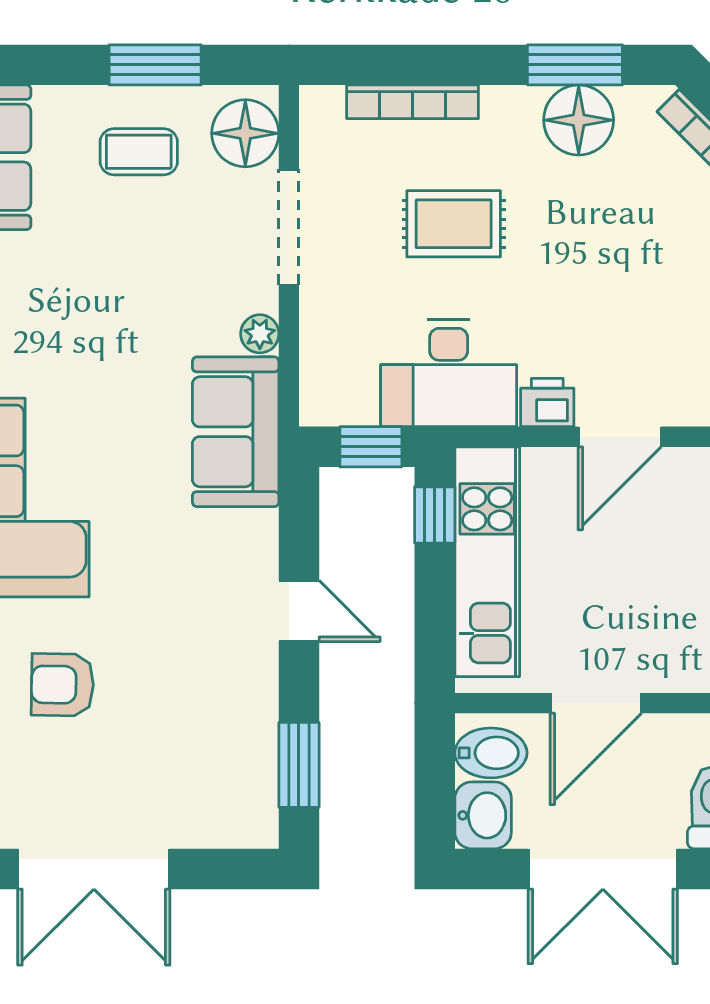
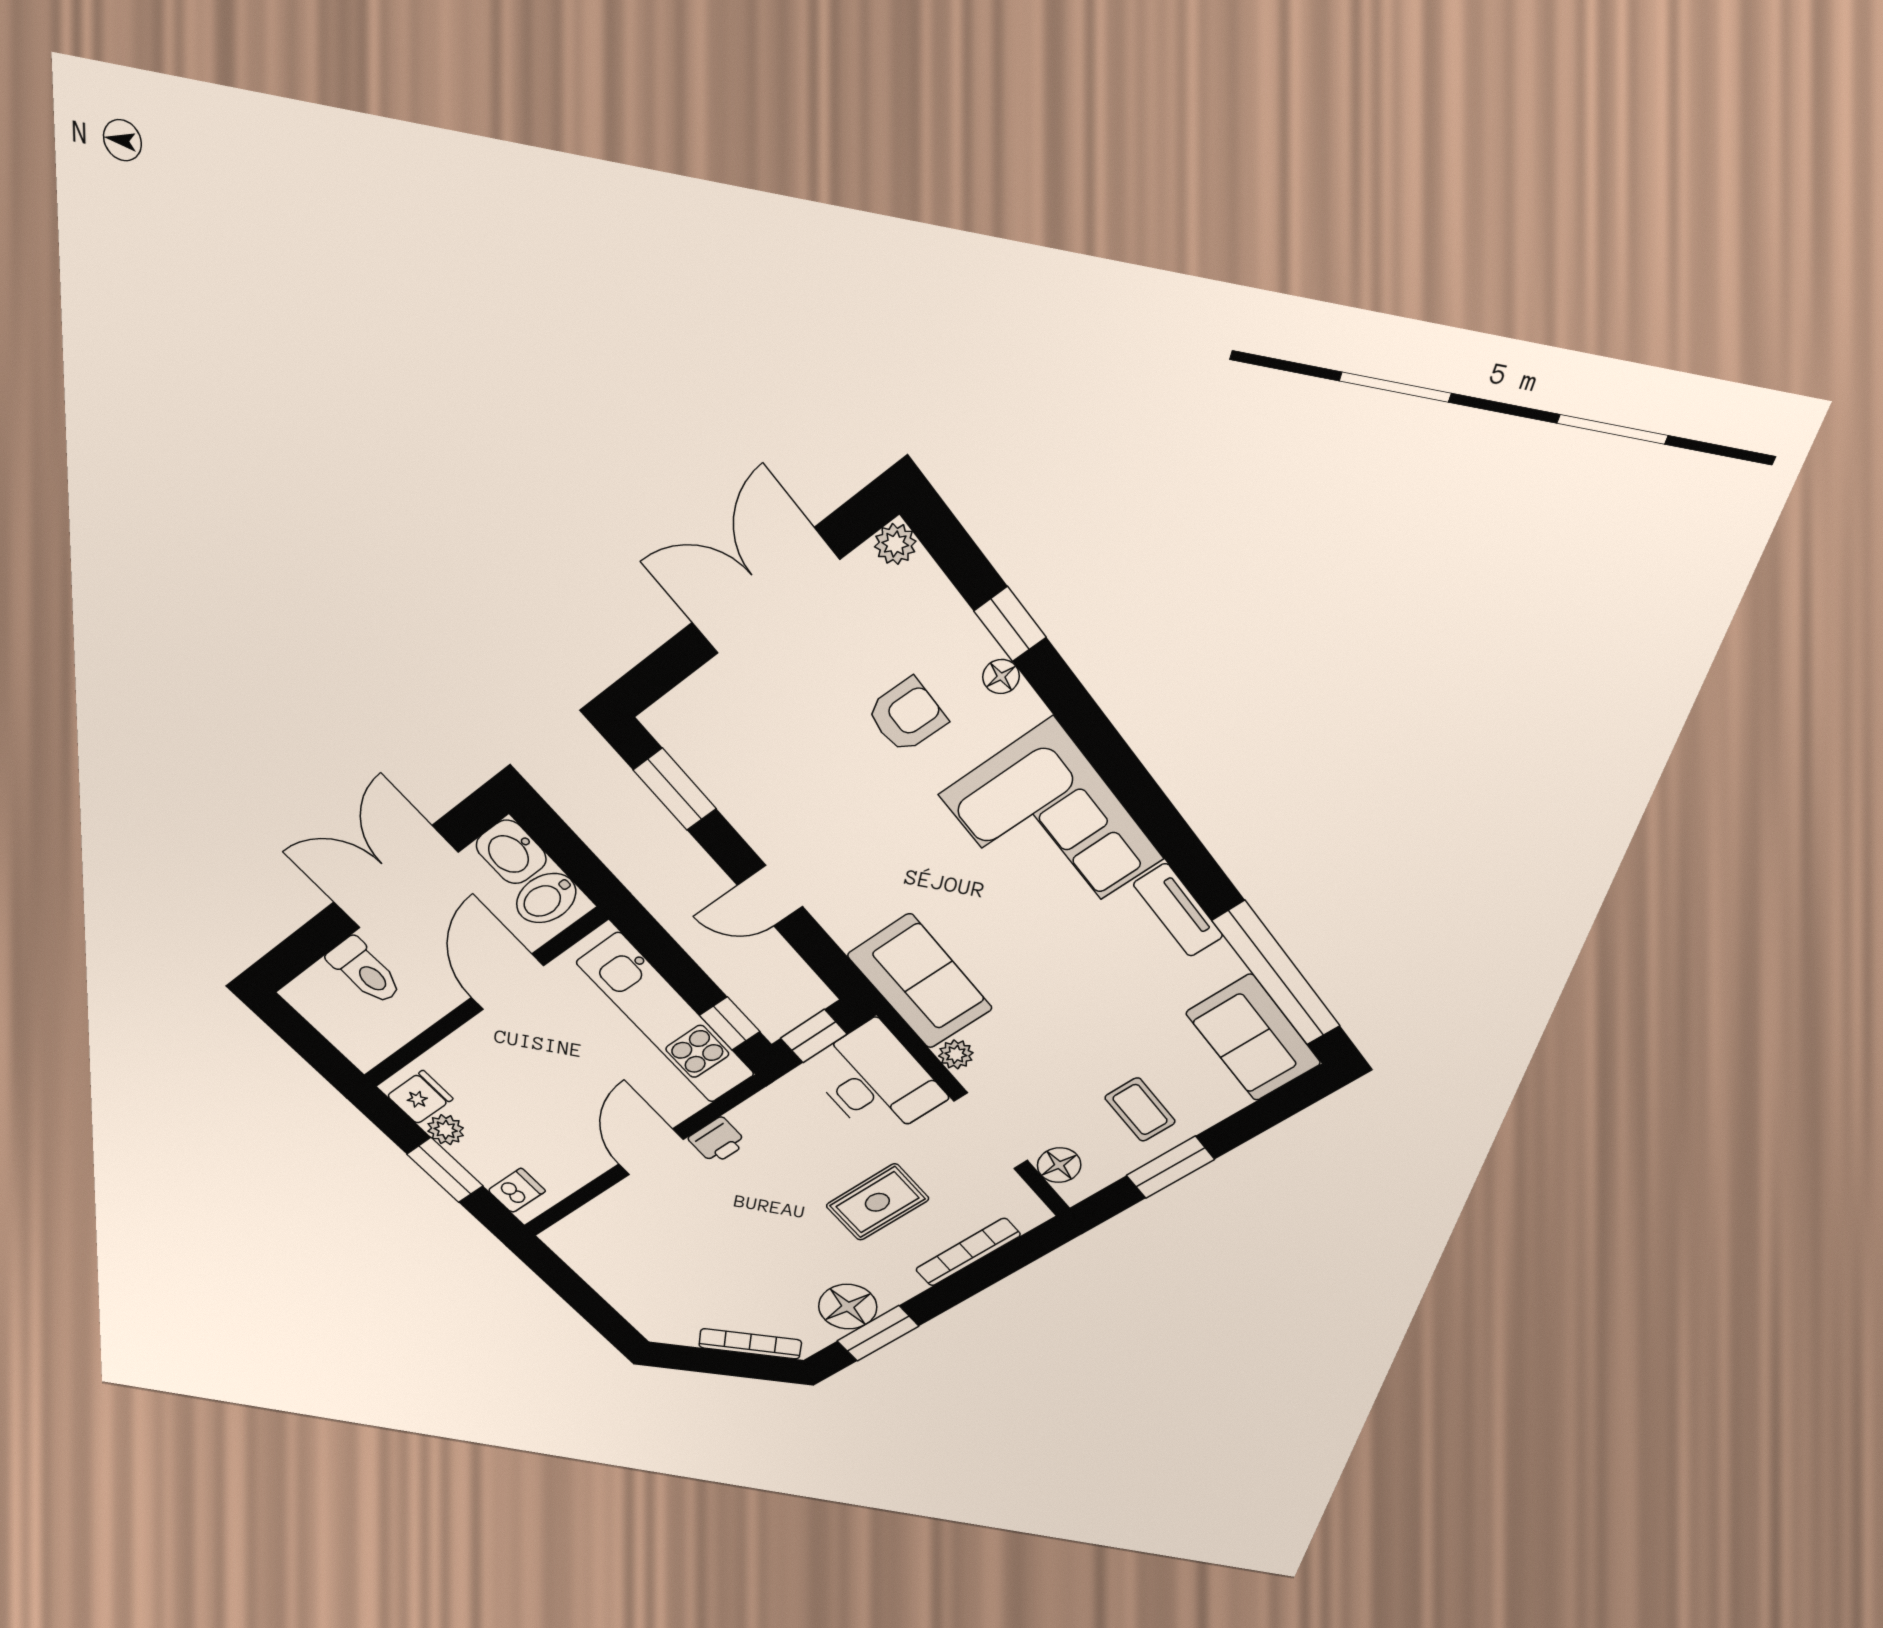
floor lamp: (245, 133) -> (1059, 1165), width x0.73, depth x0.73
coffee table: (139, 152) -> (1140, 1110), turned 90
desk: (449, 373) -> (876, 1081), moved, turned 90

